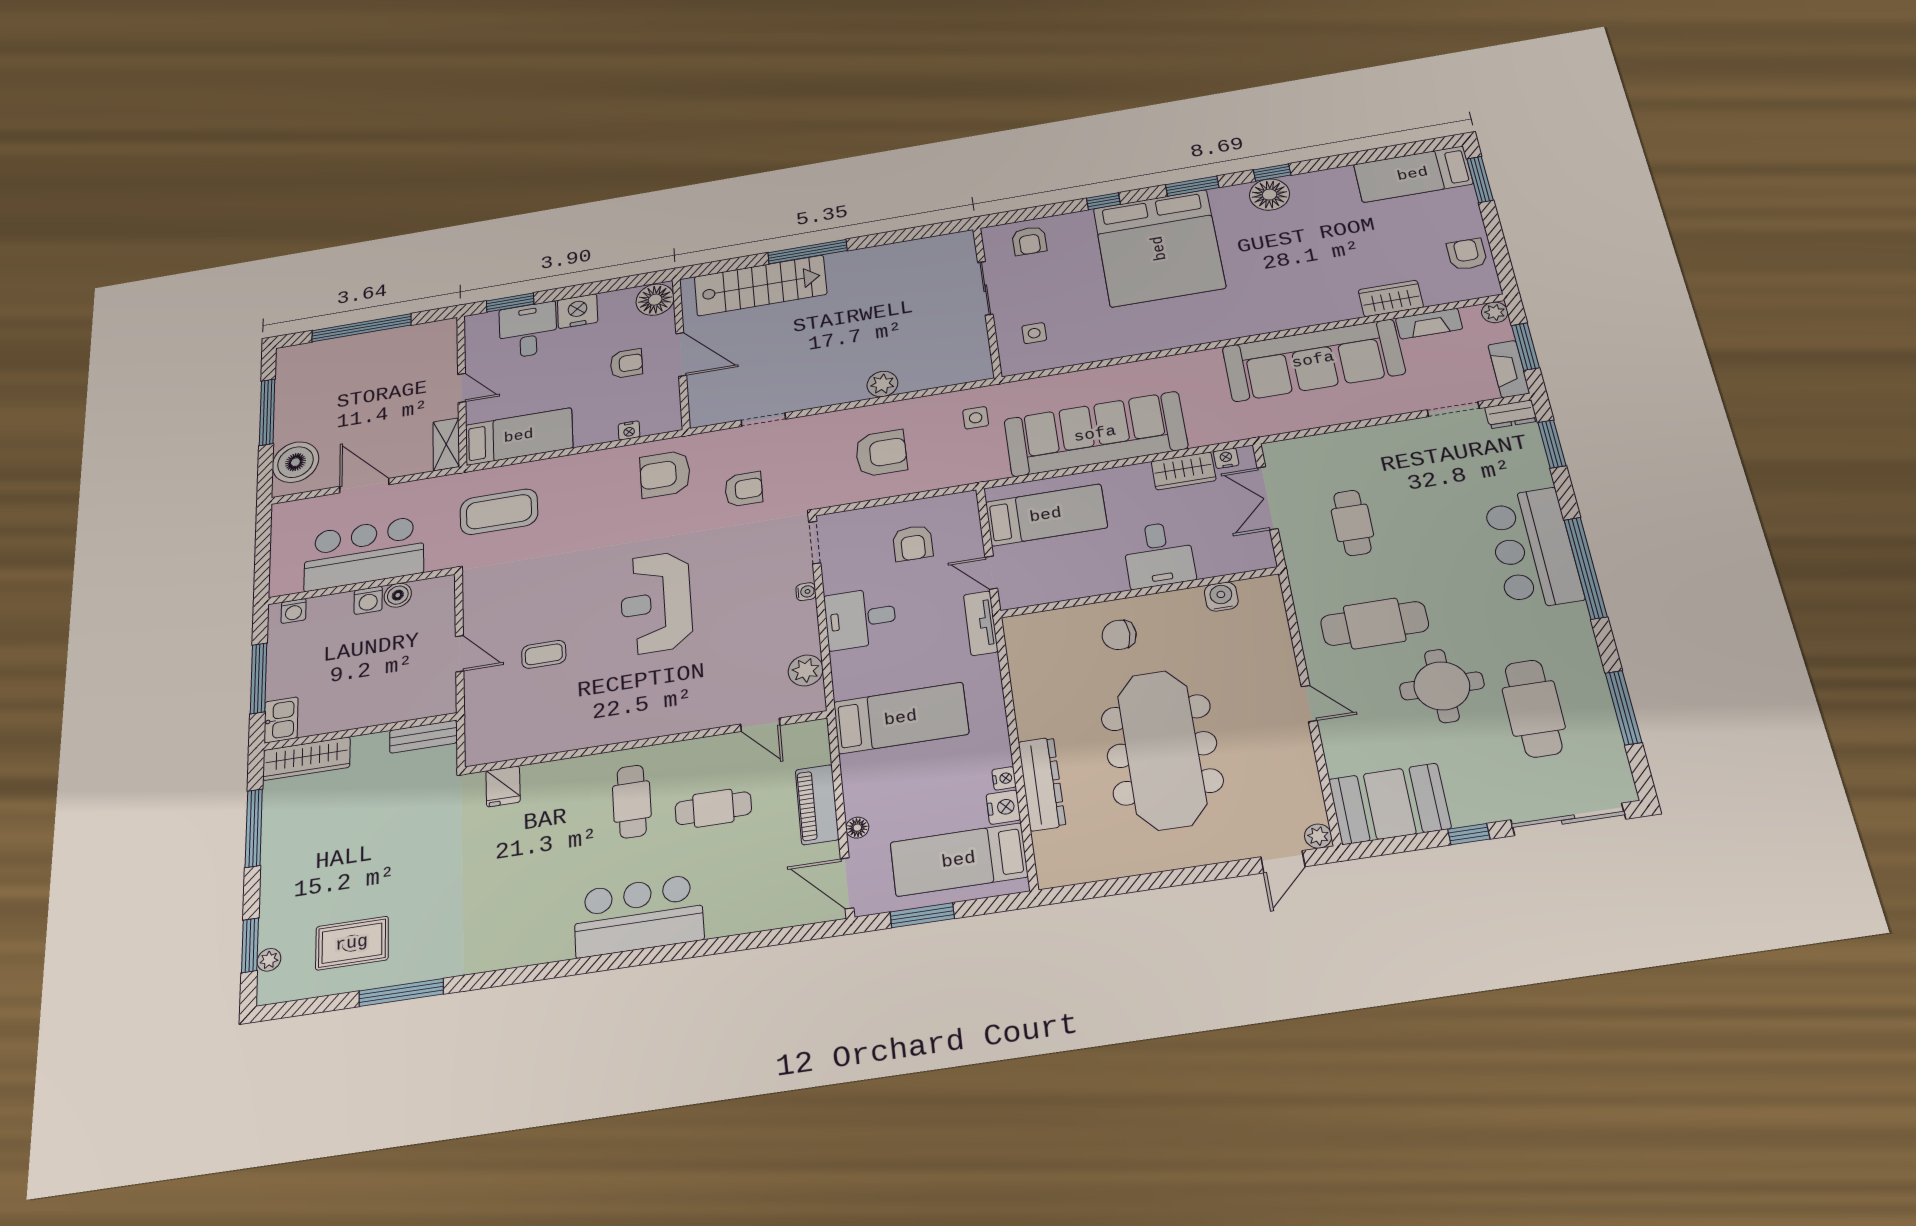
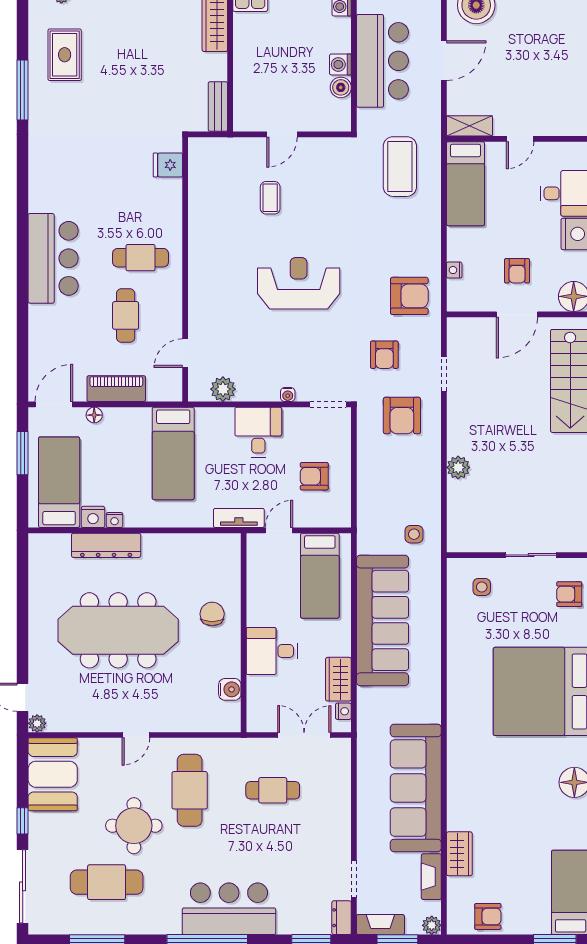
armchair: (881, 453) -> (402, 416), moved
armchair: (665, 474) -> (409, 296), turned 90

